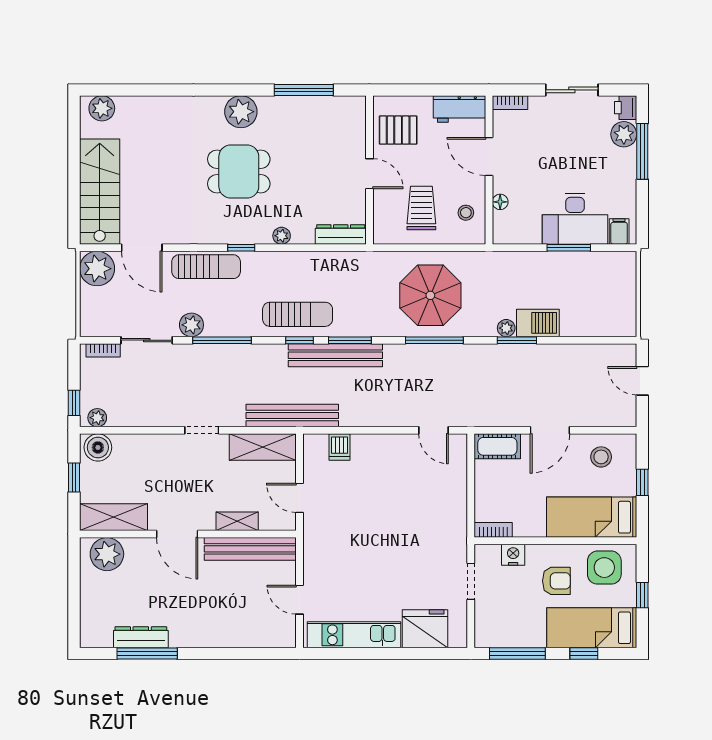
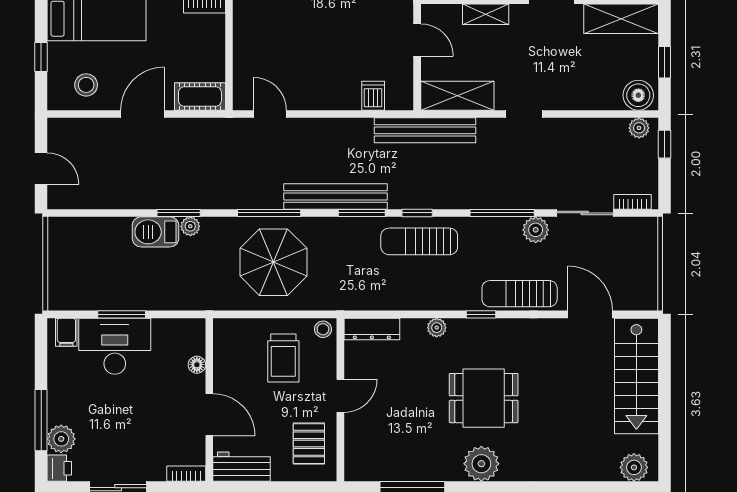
pallet: (398, 130) -> (309, 444), turned 90
door: (369, 174) -> (340, 396), swing flipped
stool: (466, 213) -> (323, 329), moved
plant: (97, 269) -> (639, 292), removed
bench: (335, 355) -> (335, 196), moved

